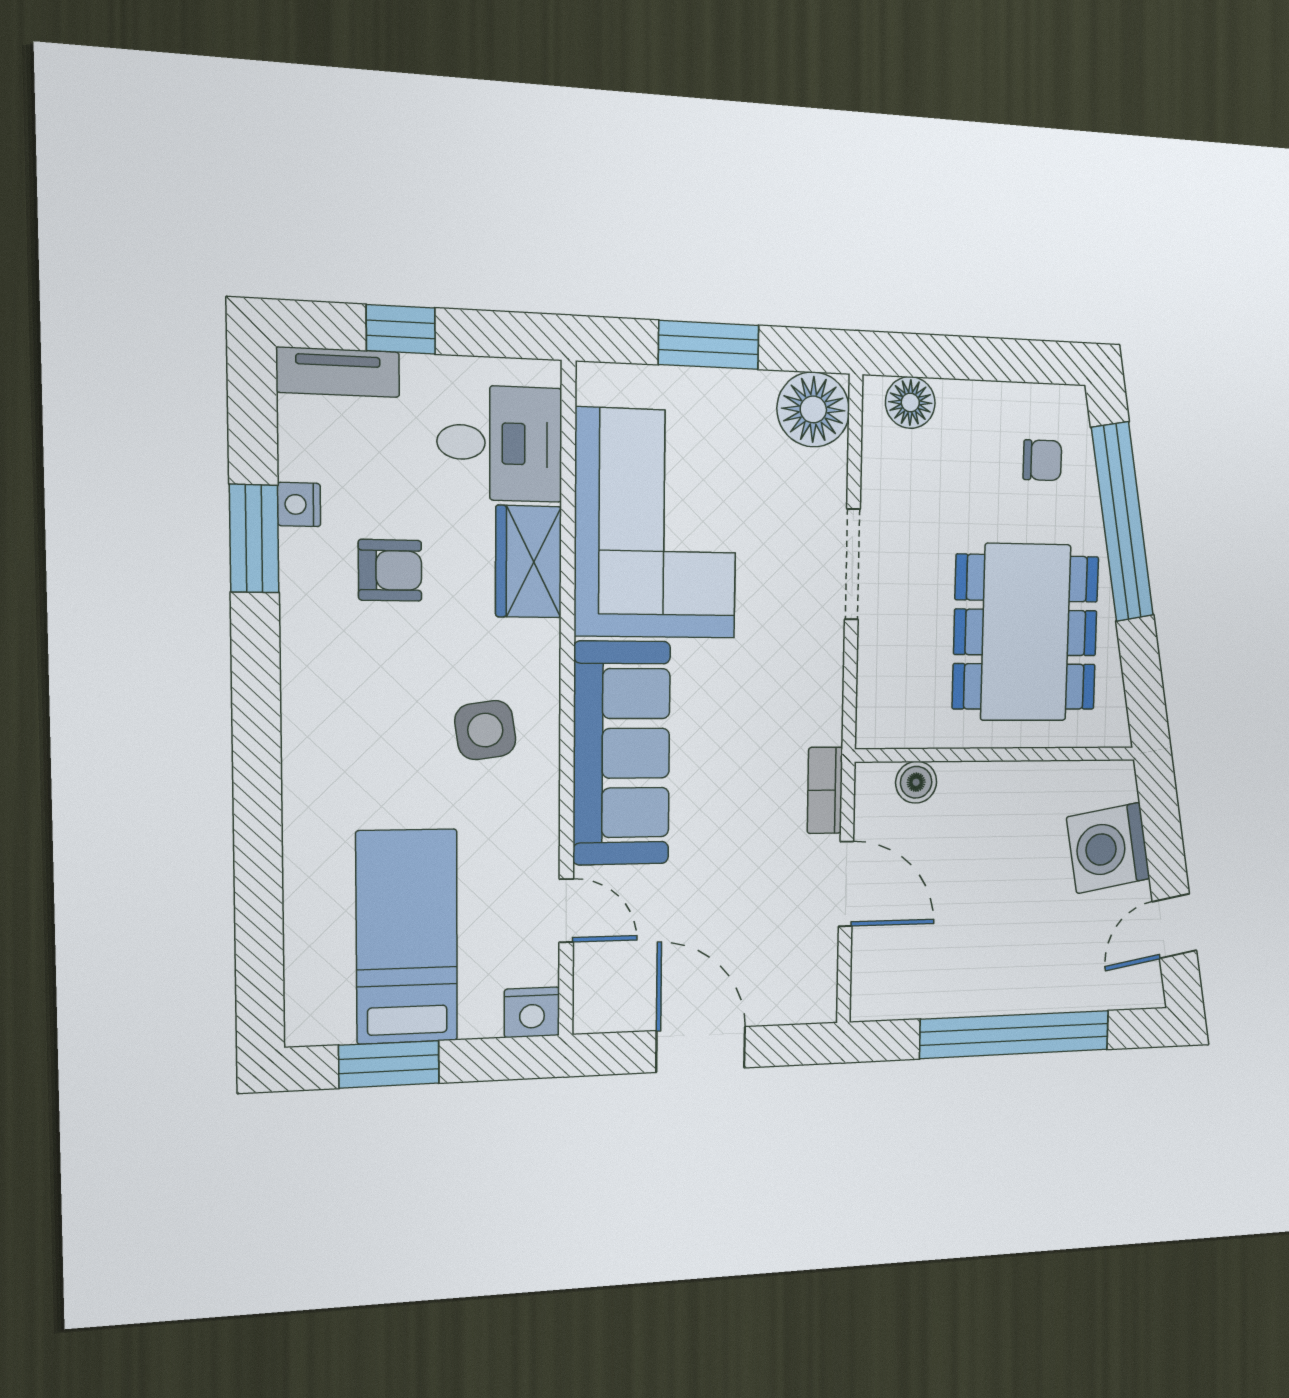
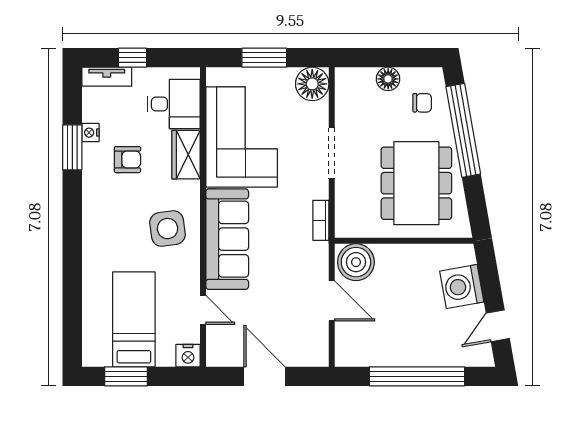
floor lamp: (910, 403) -> (388, 79), moved
side table: (485, 730) -> (168, 229), width x1.37, depth x1.37
boiler: (916, 782) -> (356, 262), width x1.86, depth x1.86
bookcase: (825, 790) -> (321, 220), moved

